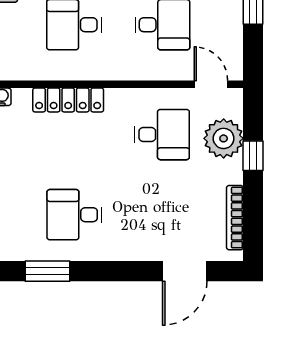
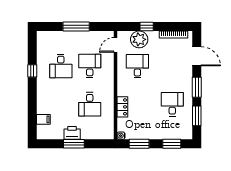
locker: (68, 100) -> (122, 107), width x0.66
desk: (74, 215) -> (172, 104), turned 180
window: (113, 271) -> (197, 87), added

